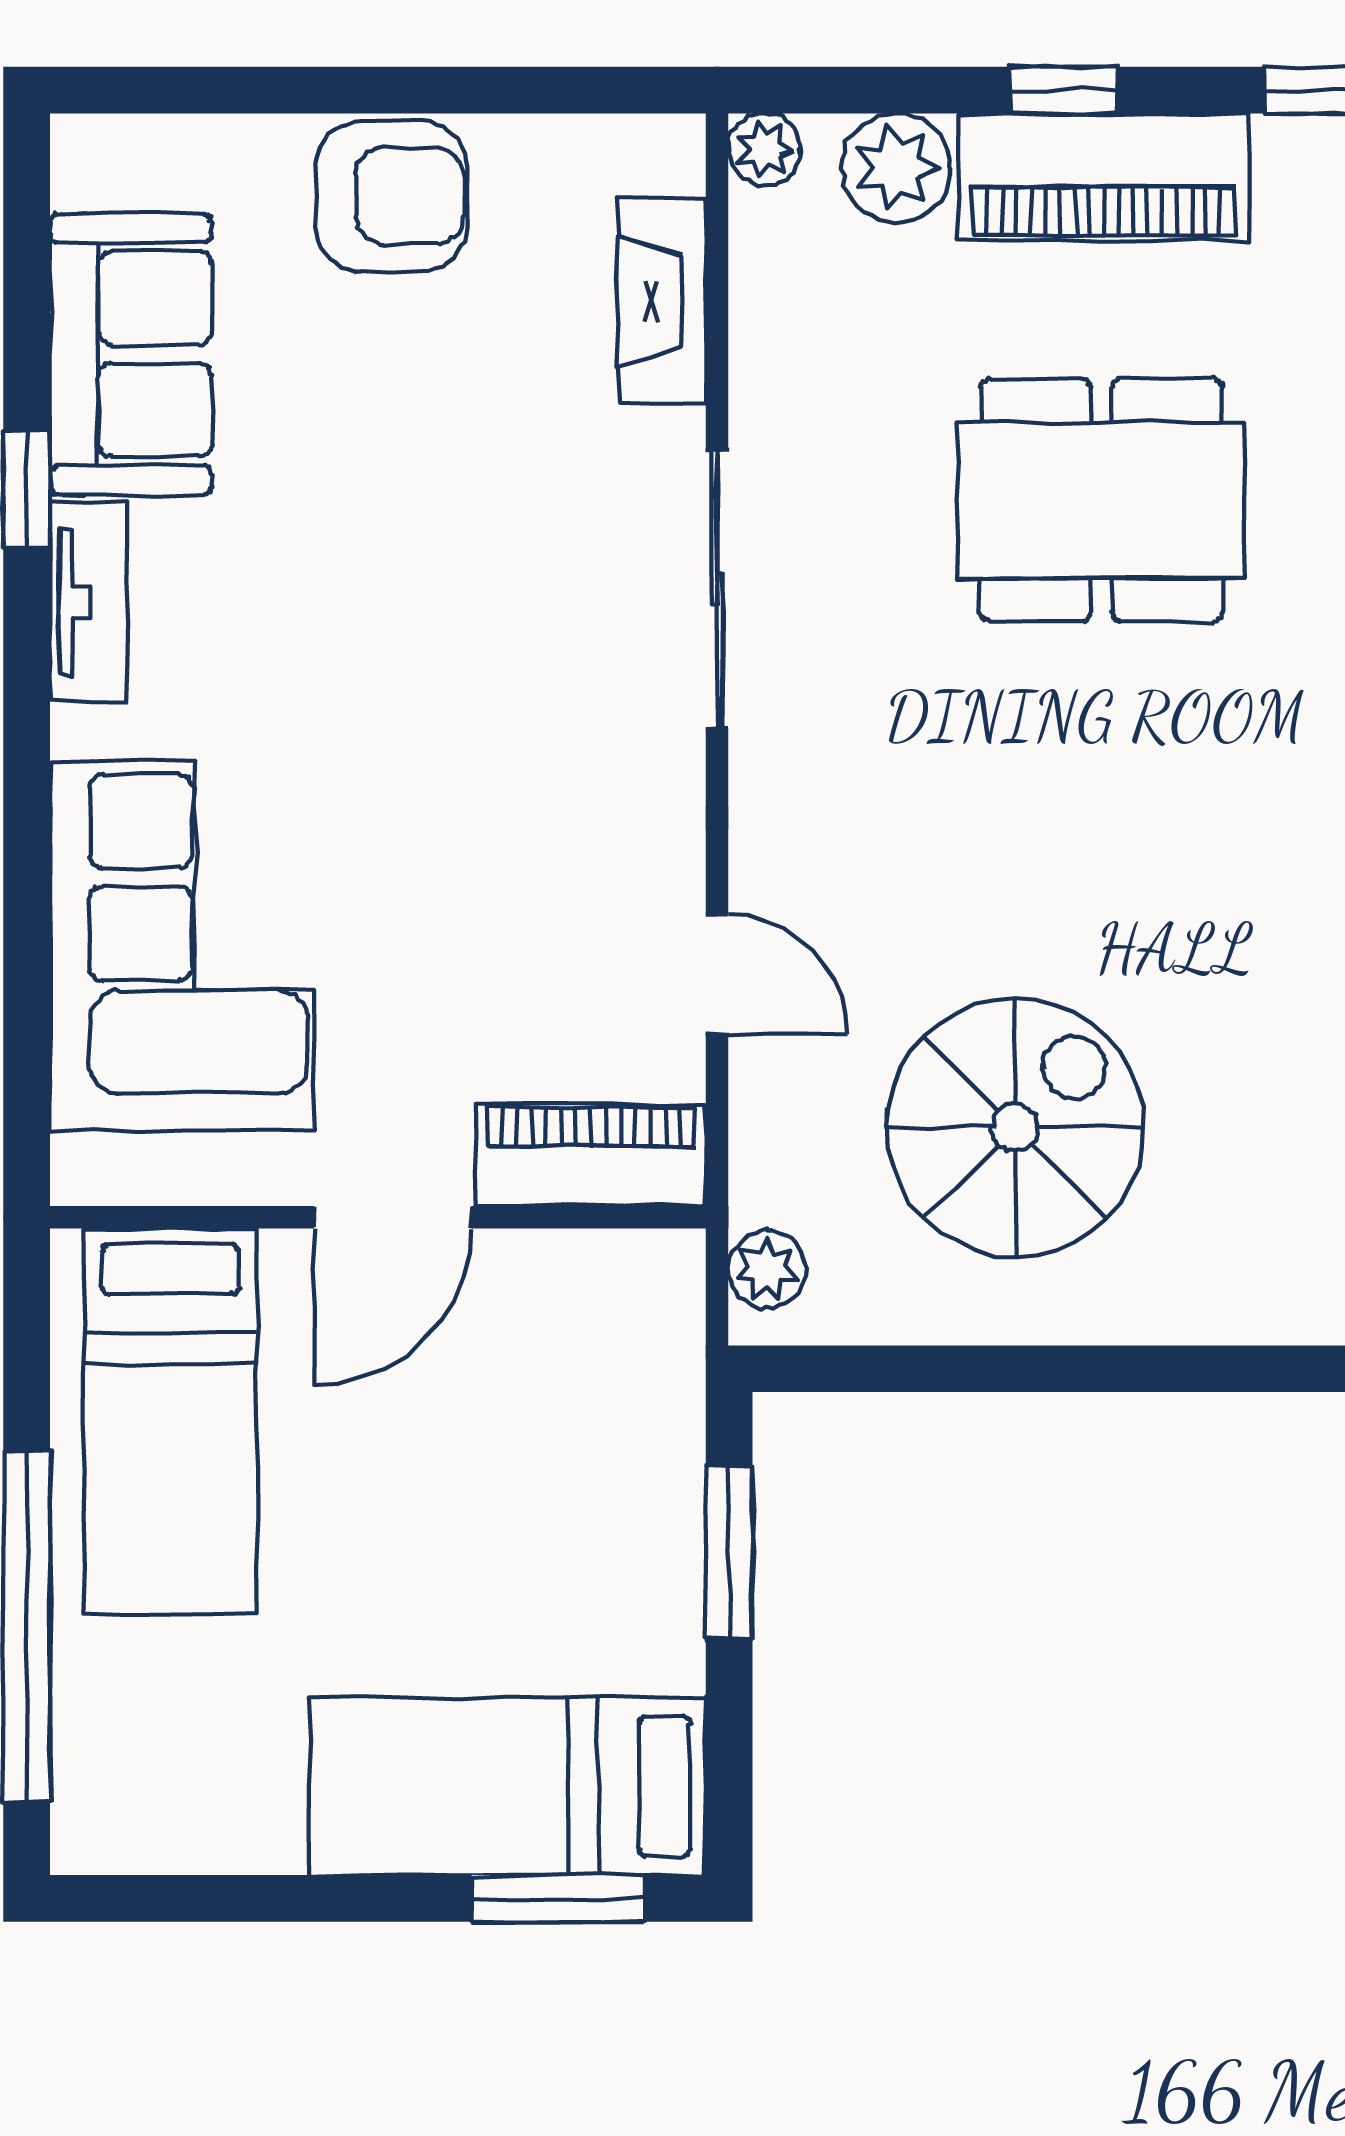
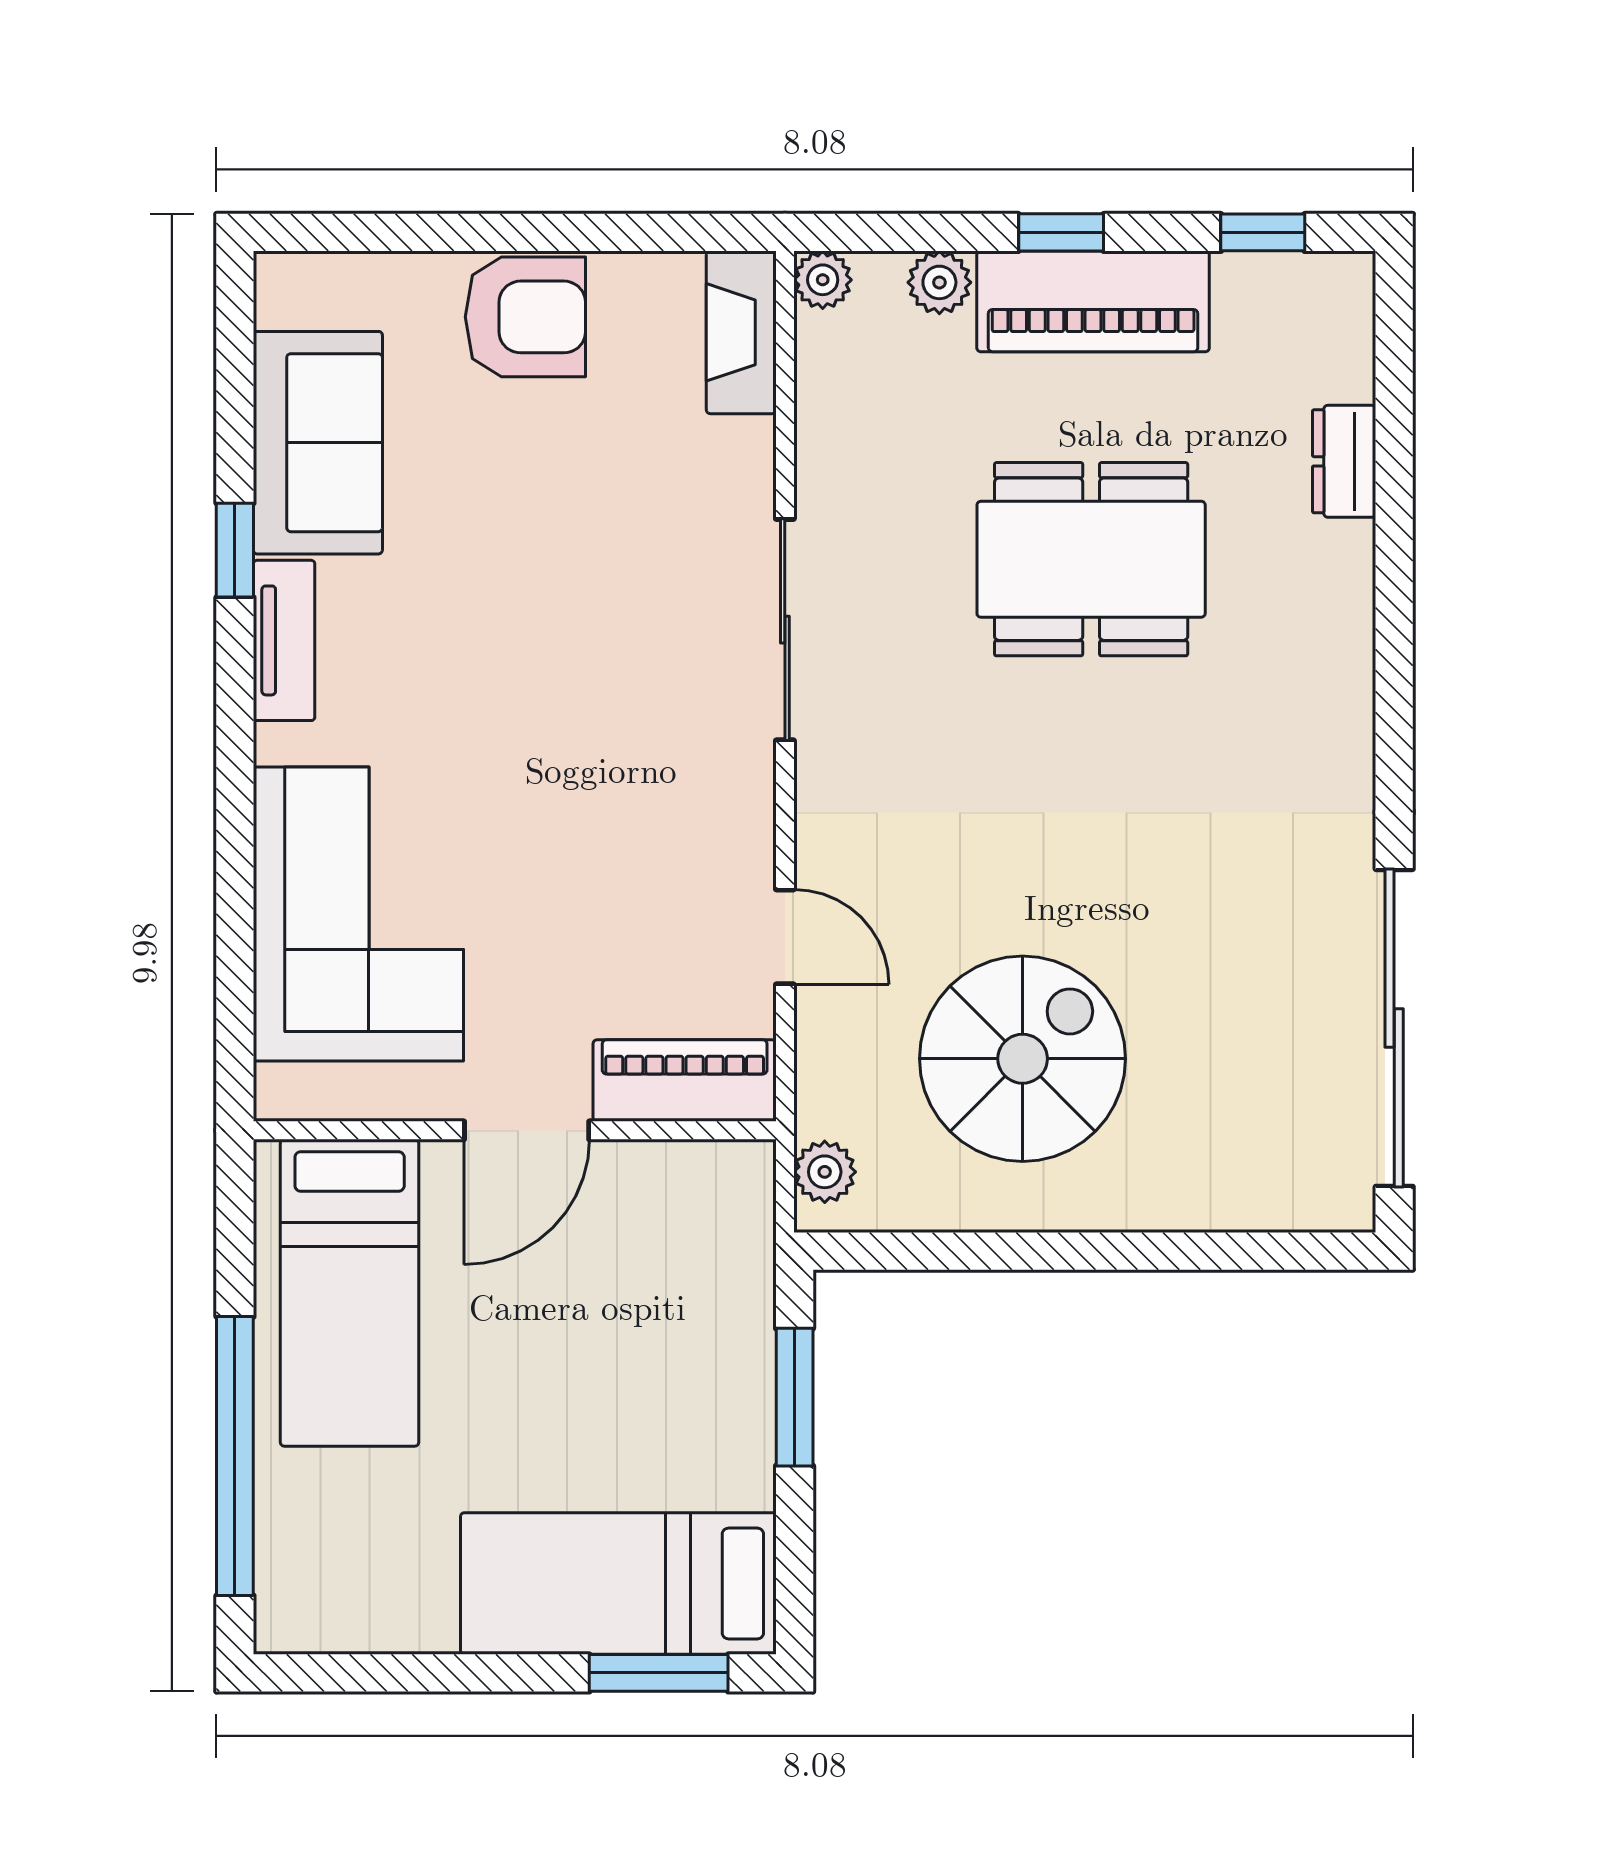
plant: (896, 168) -> (939, 282), width x0.73, depth x0.73
fireplace: (662, 301) -> (741, 332), moved

